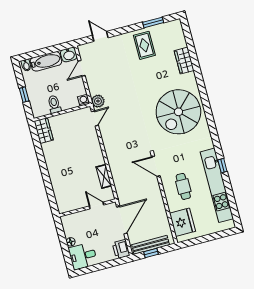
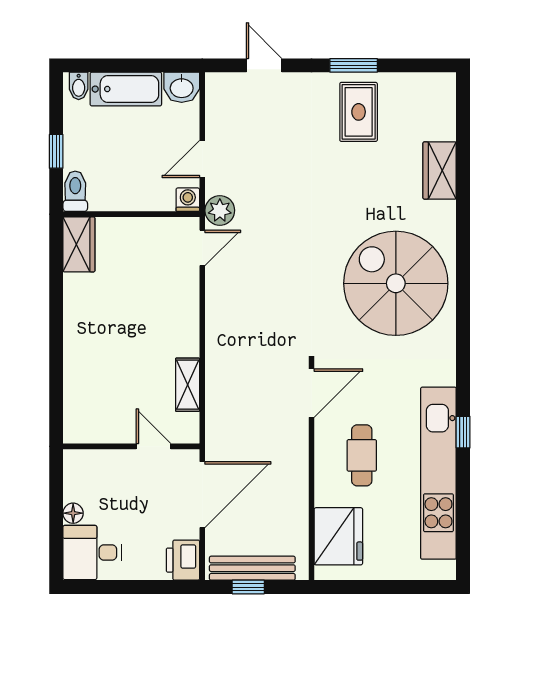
window: (153, 22) -> (354, 65), moved
door: (82, 68) -> (202, 159), moved
toilet: (54, 104) -> (75, 191), moved
spiral stairs: (178, 112) -> (396, 283), turned 90
door: (156, 166) -> (311, 393), swing flipped

